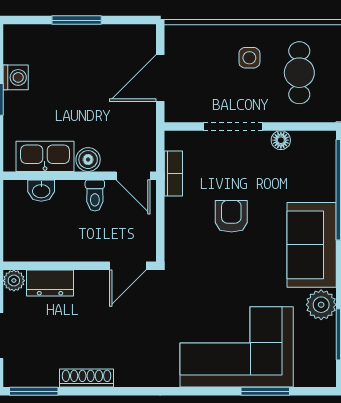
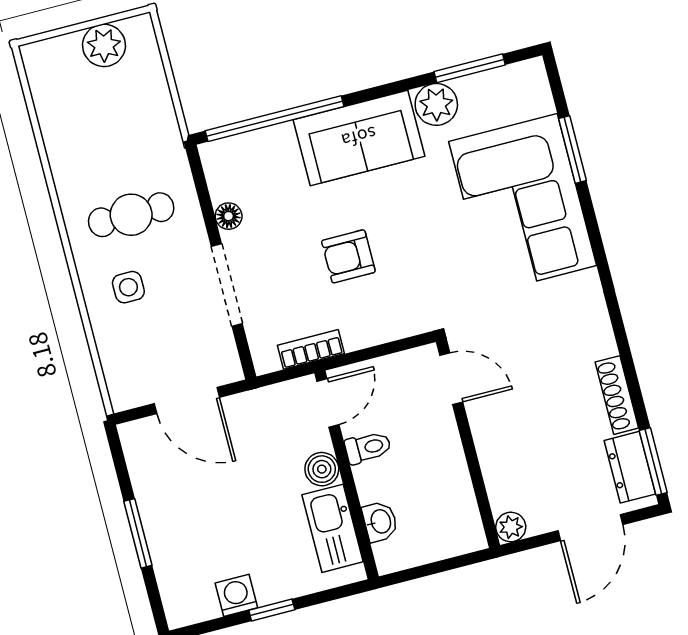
dresser: (50, 283) -> (630, 467), moved, turned 180

